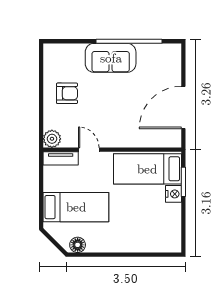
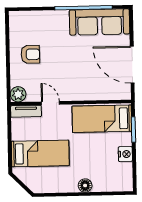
sofa: (111, 58) -> (100, 22), moved, width x1.36
door: (183, 108) -> (132, 65), hinge flipped
nightstand: (173, 194) -> (125, 154), moved
floor lamp: (78, 245) -> (85, 185), moved

